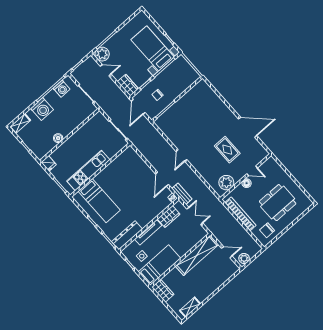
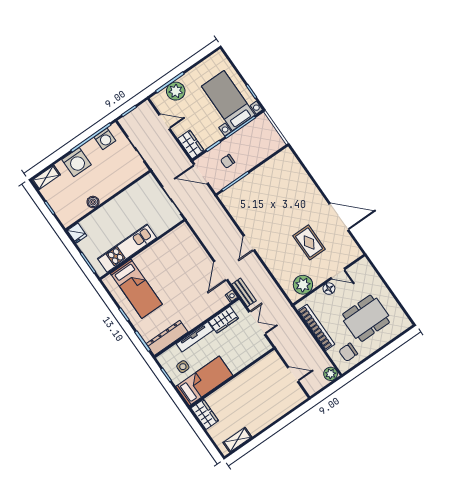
plant: (102, 54) -> (176, 91), moved
door: (138, 107) -> (201, 174), hinge flipped
shelving: (197, 255) -> (254, 374), removed
plant: (244, 258) -> (331, 374), moved

